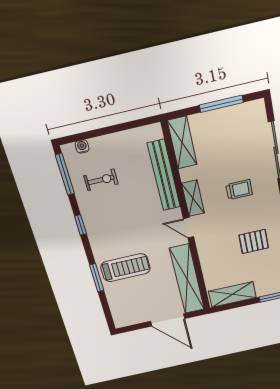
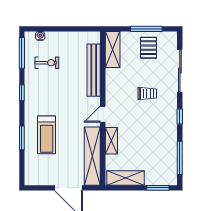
shelving: (193, 198) -> (111, 141), moved
door: (188, 228) -> (103, 114), hinge flipped
pallet: (254, 241) -> (148, 48), moved, turned 90
treadmill: (125, 268) -> (47, 135), turned 90

